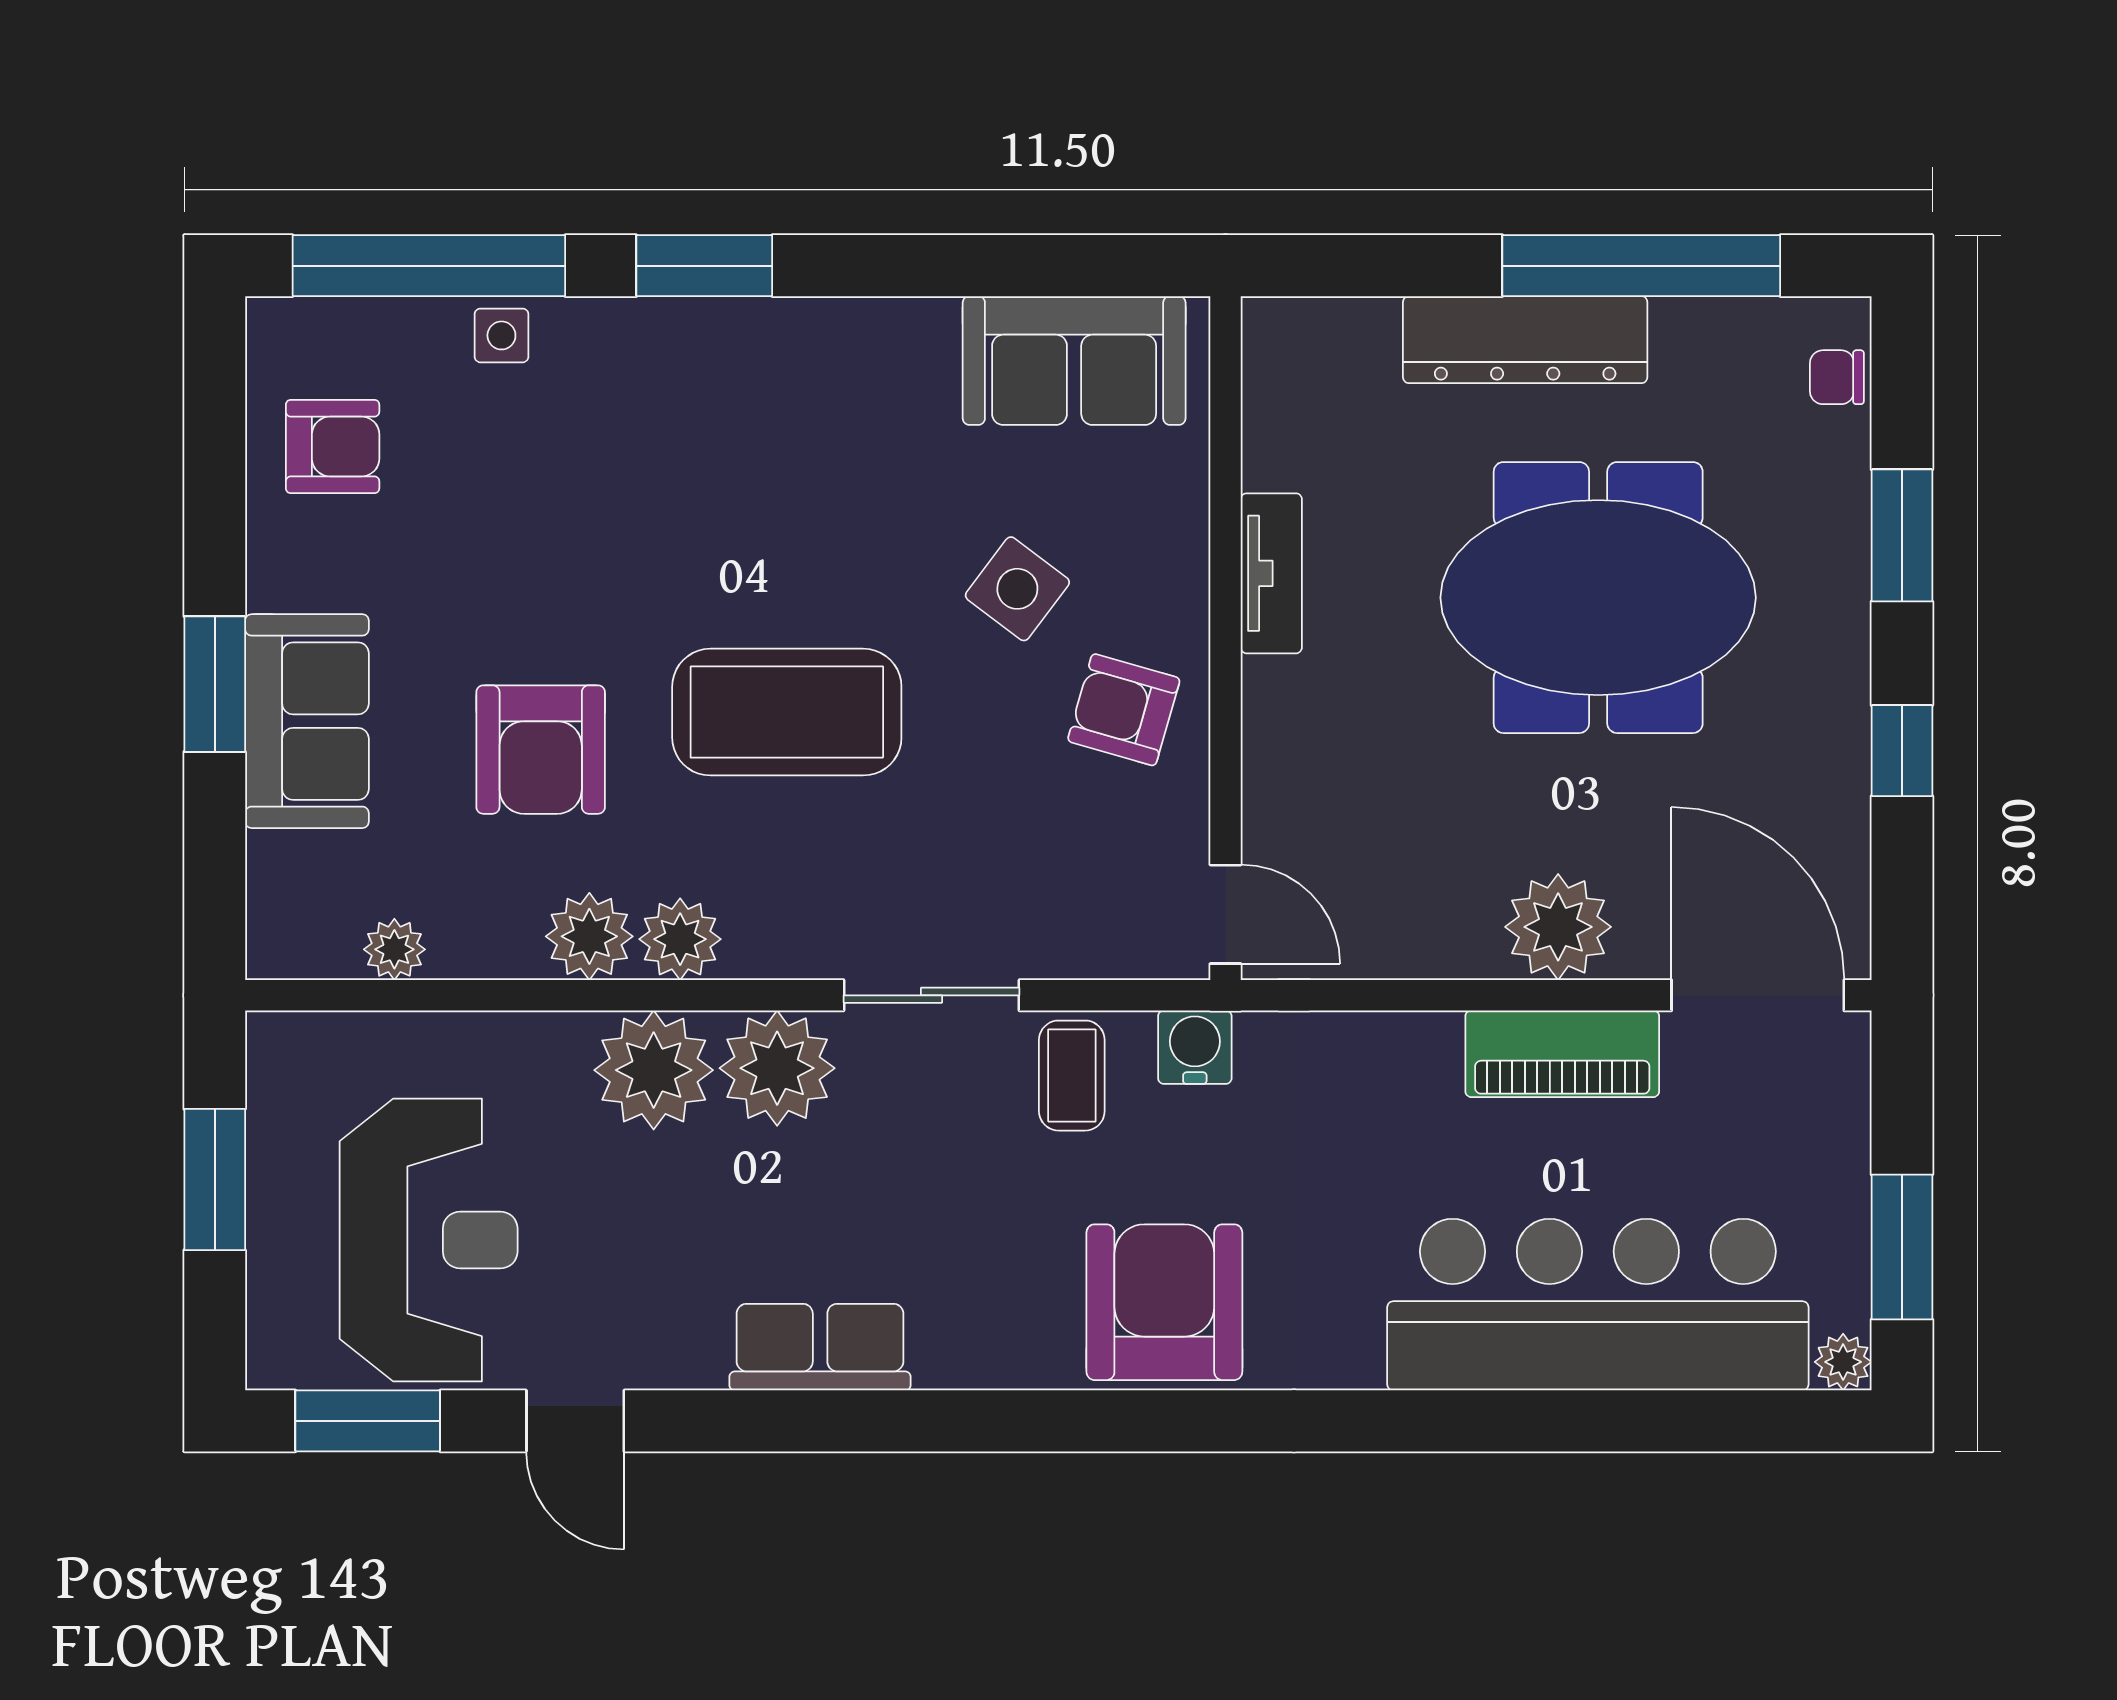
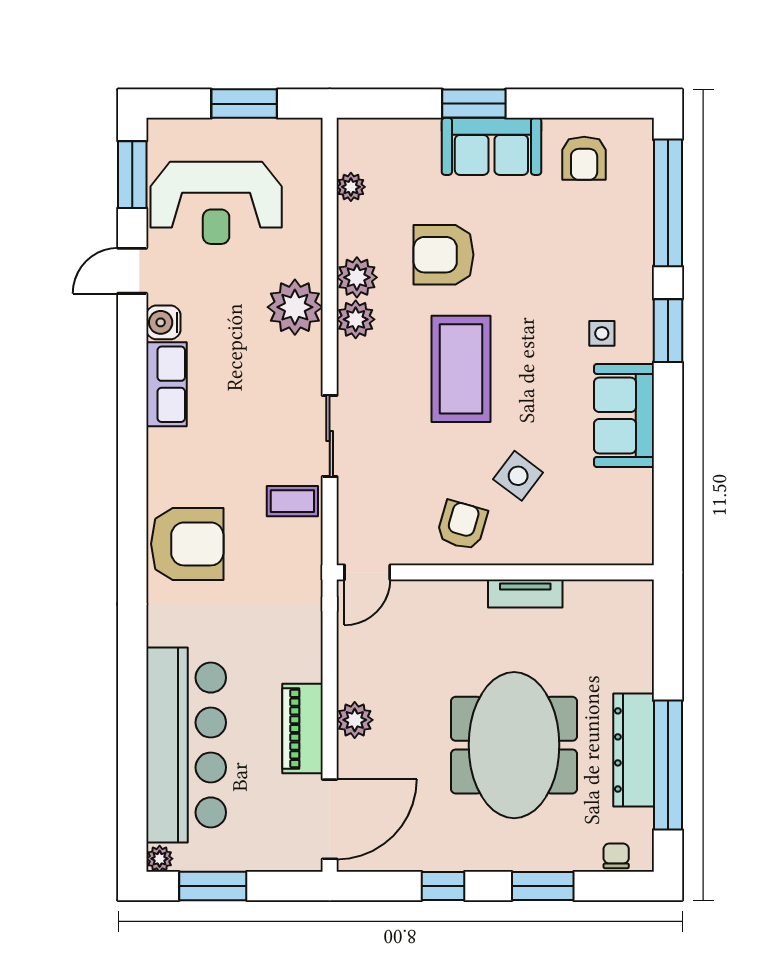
side table: (501, 335) -> (602, 333), moved
dresser: (1525, 340) -> (634, 750), moved
sofa: (1074, 360) -> (624, 415), moved
sofa: (307, 721) -> (491, 146), moved
plant: (1558, 927) -> (355, 720), width x0.73, depth x0.73
water cooler: (1195, 1047) -> (163, 322), moved, turned 180
plant: (777, 1068) -> (296, 364), removed

